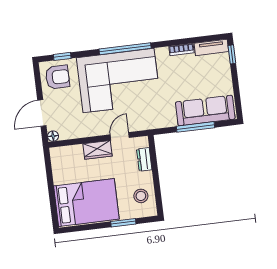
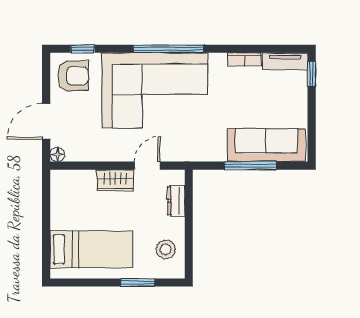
bed: (86, 203) -> (91, 249), width x0.67

